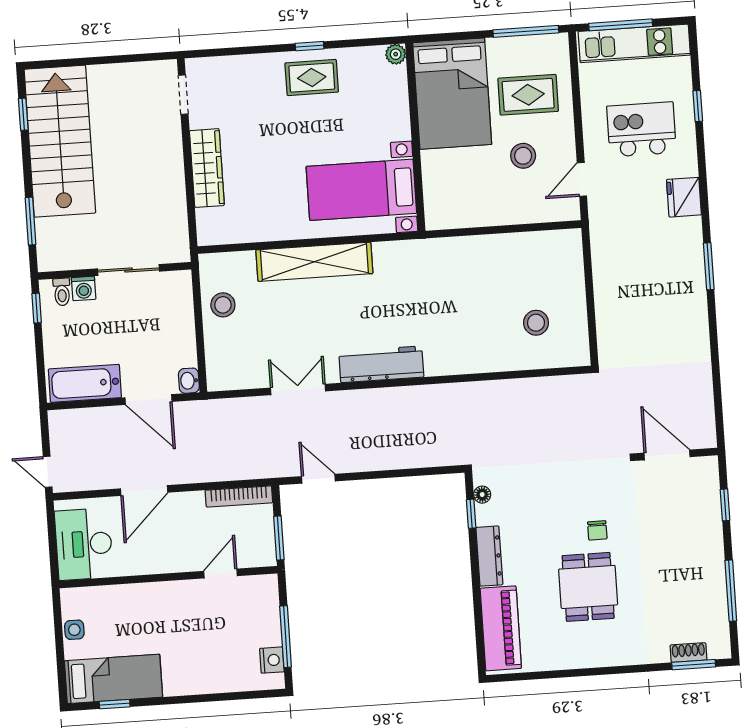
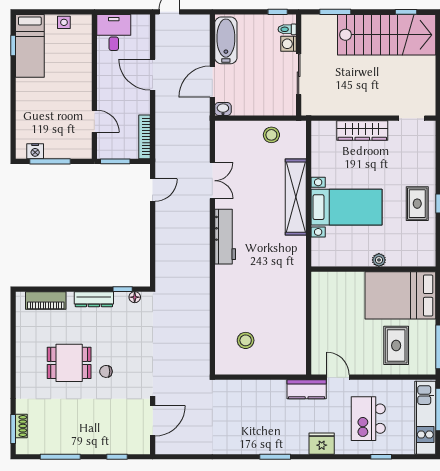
plant: (396, 54) -> (379, 260), moved
kitchen island: (641, 129) -> (368, 419), turned 180
stool: (523, 156) -> (356, 339), removed
bed with nightstands: (361, 190) -> (346, 207), moved, turned 90
kitchen counter: (604, 226) -> (307, 389), added
desk: (84, 544) -> (114, 32), width x0.73
piano: (501, 628) -> (46, 301), width x0.73, depth x0.75

